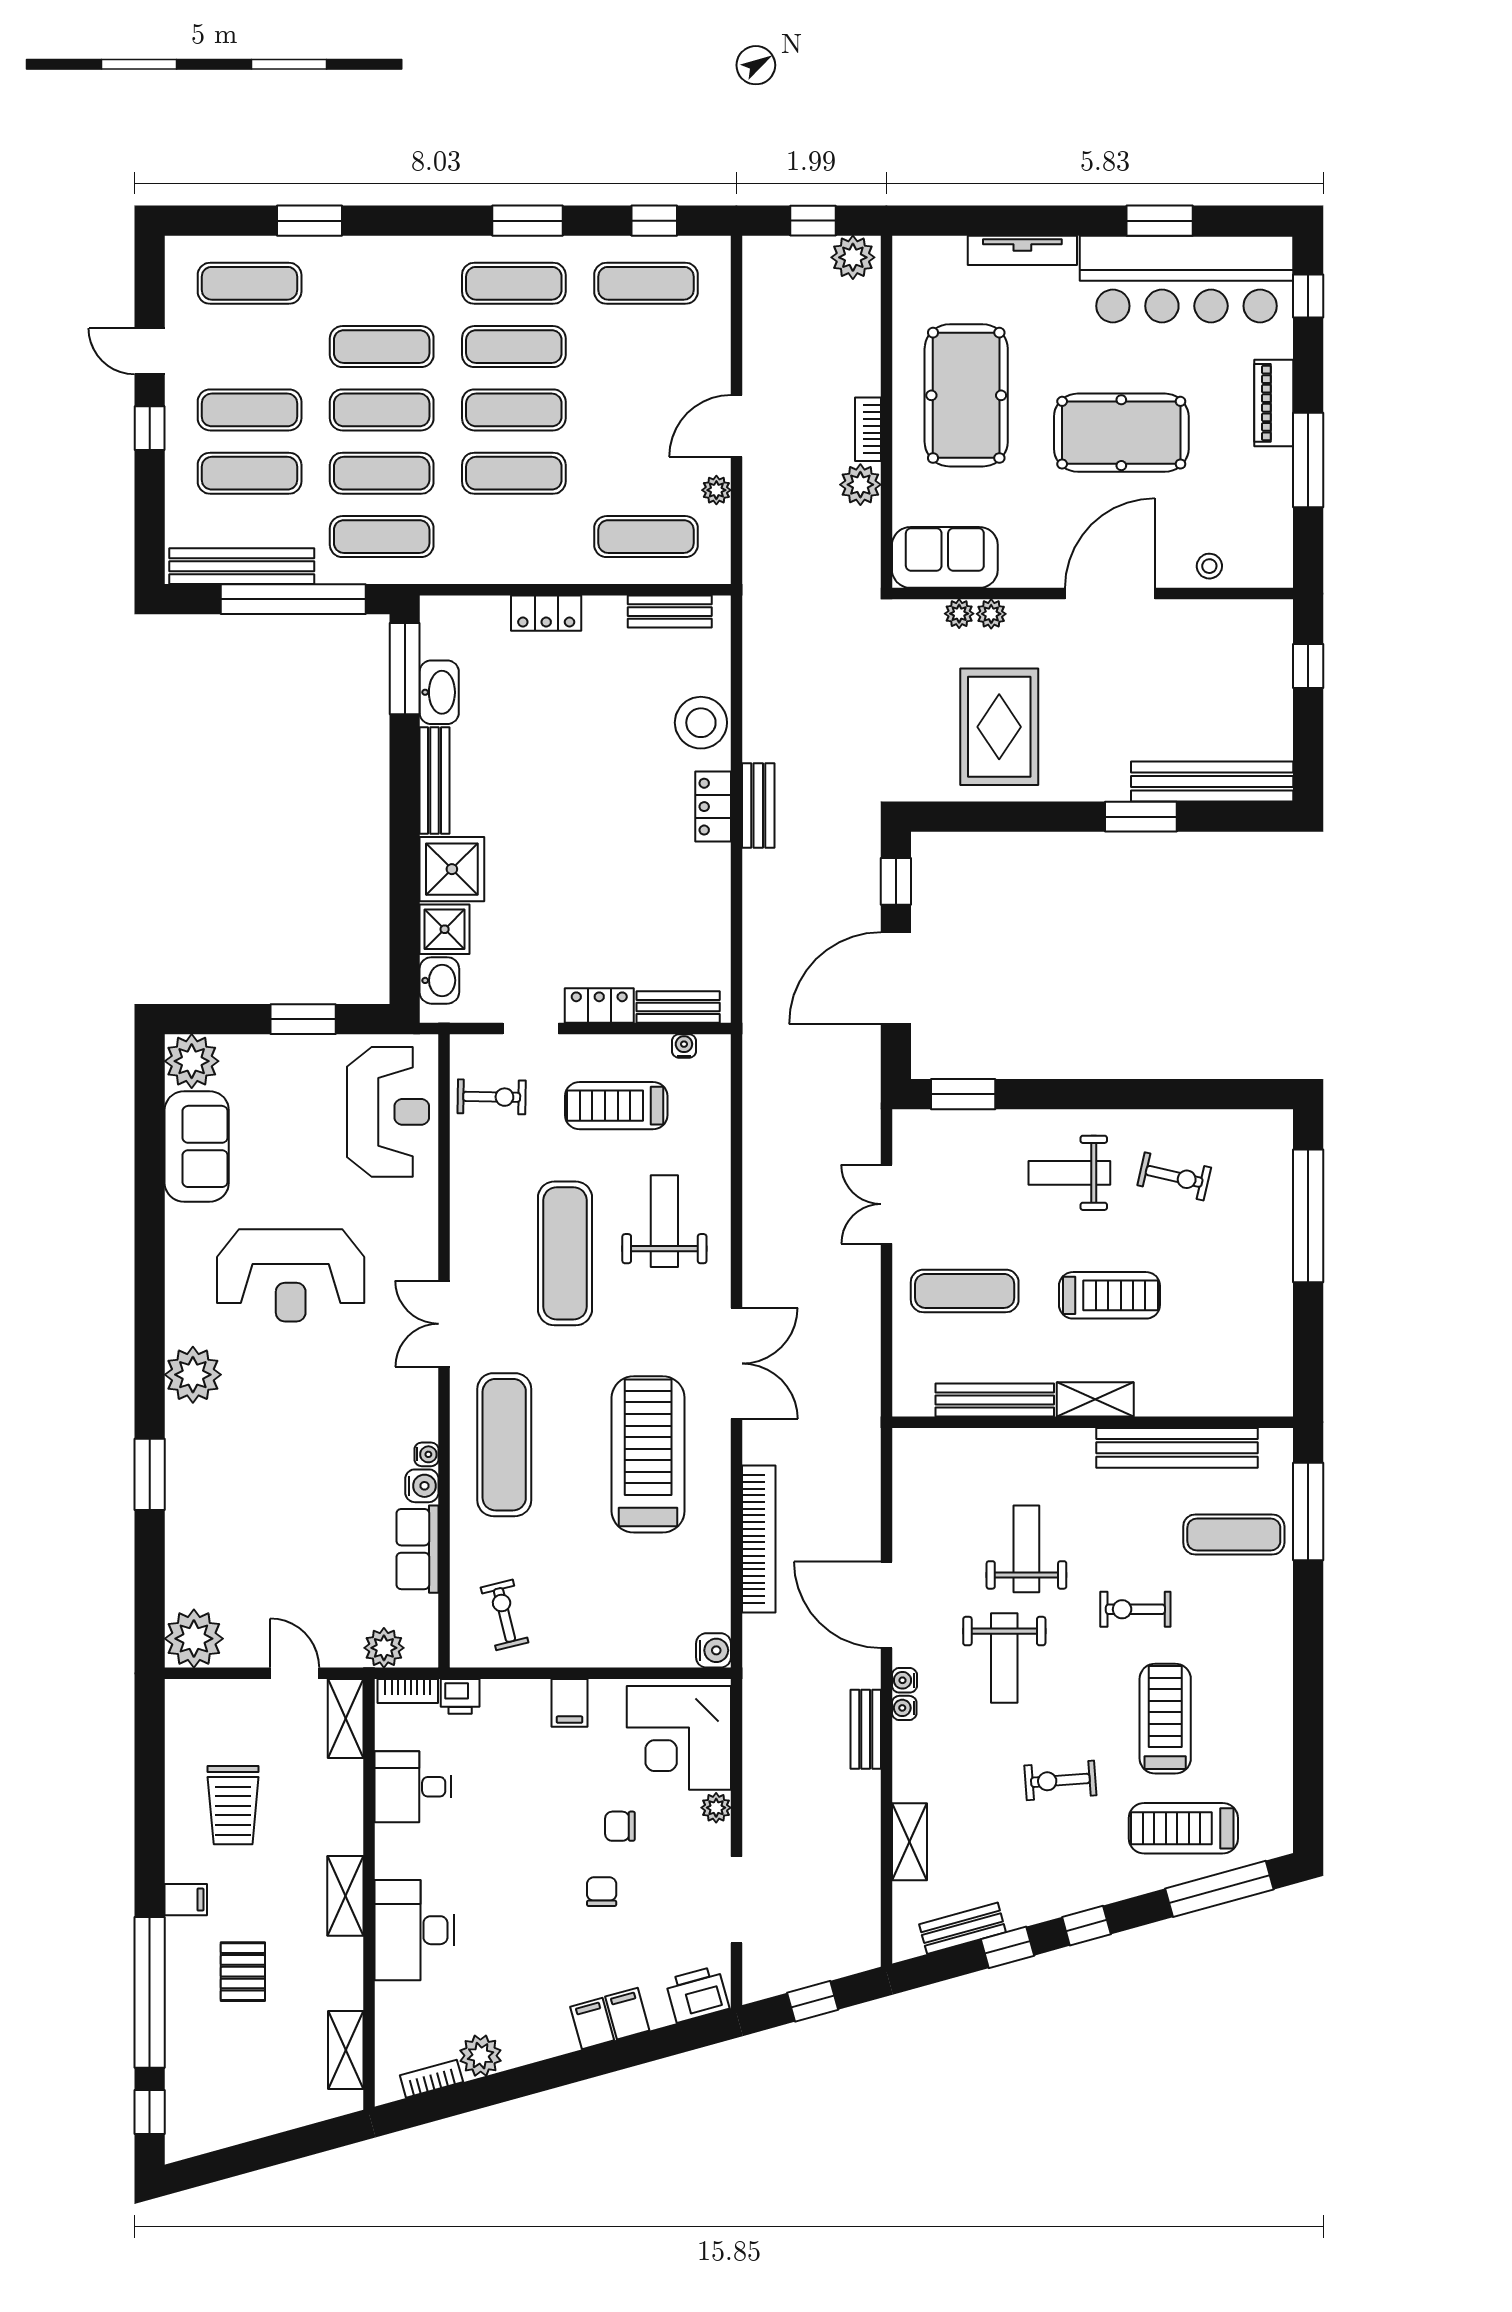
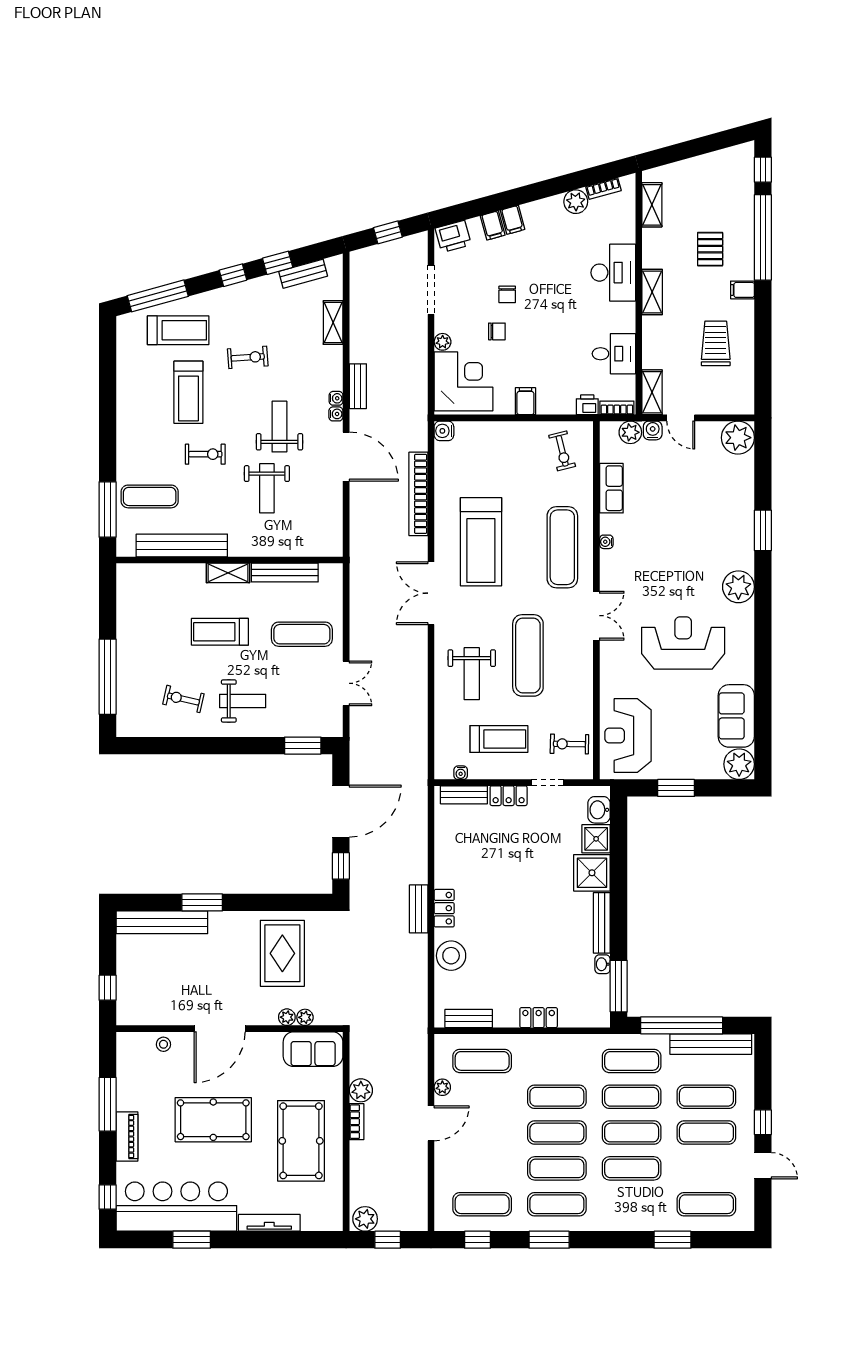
washbasin: (439, 692) -> (603, 964), width x0.52, depth x0.69
water cooler: (422, 1486) -> (653, 430), moved, turned 90

